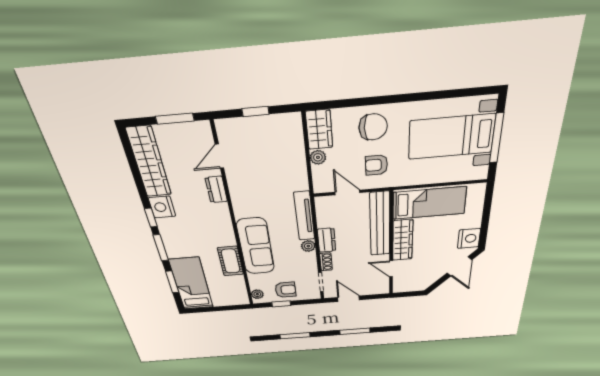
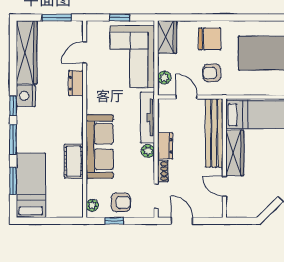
corner sofa: (278, 156) -> (132, 57), added
plant: (318, 157) -> (164, 78), moved

